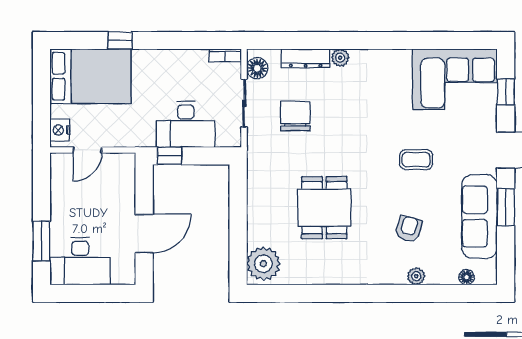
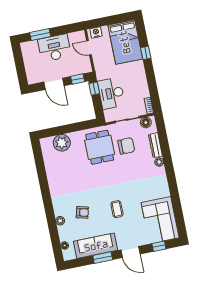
window: (144, 185) -> (78, 79), added
dining table: (324, 208) -> (100, 147), moved, turned 90
desk: (80, 261) -> (54, 48), moved, turned 90
plant: (263, 264) -> (62, 143), moved

